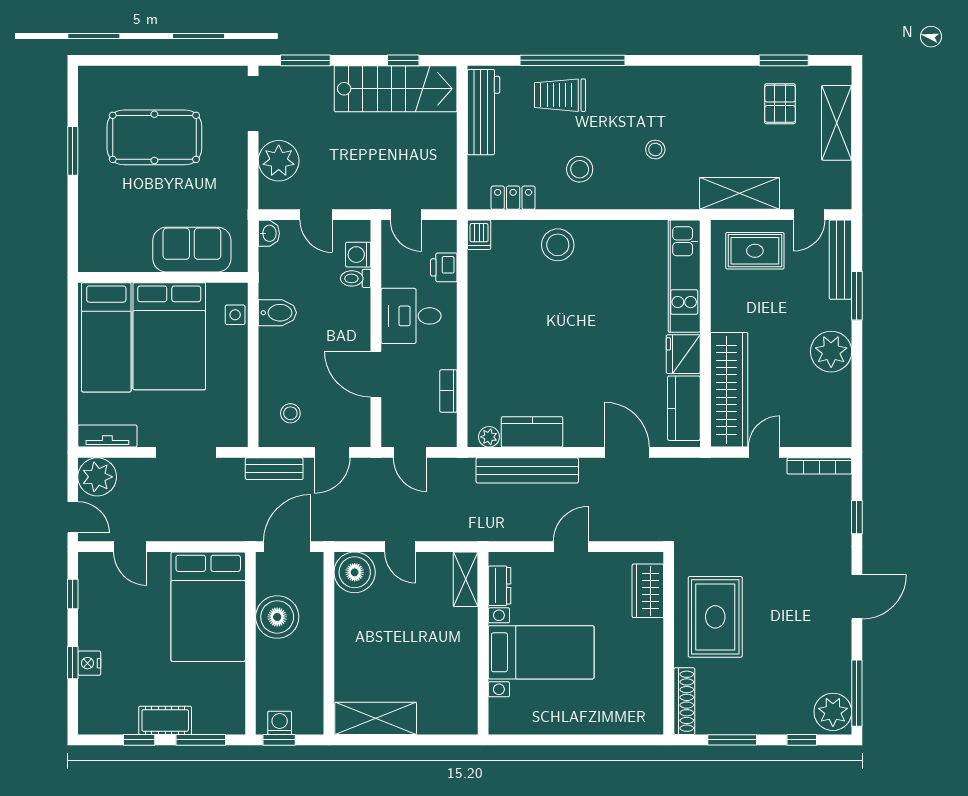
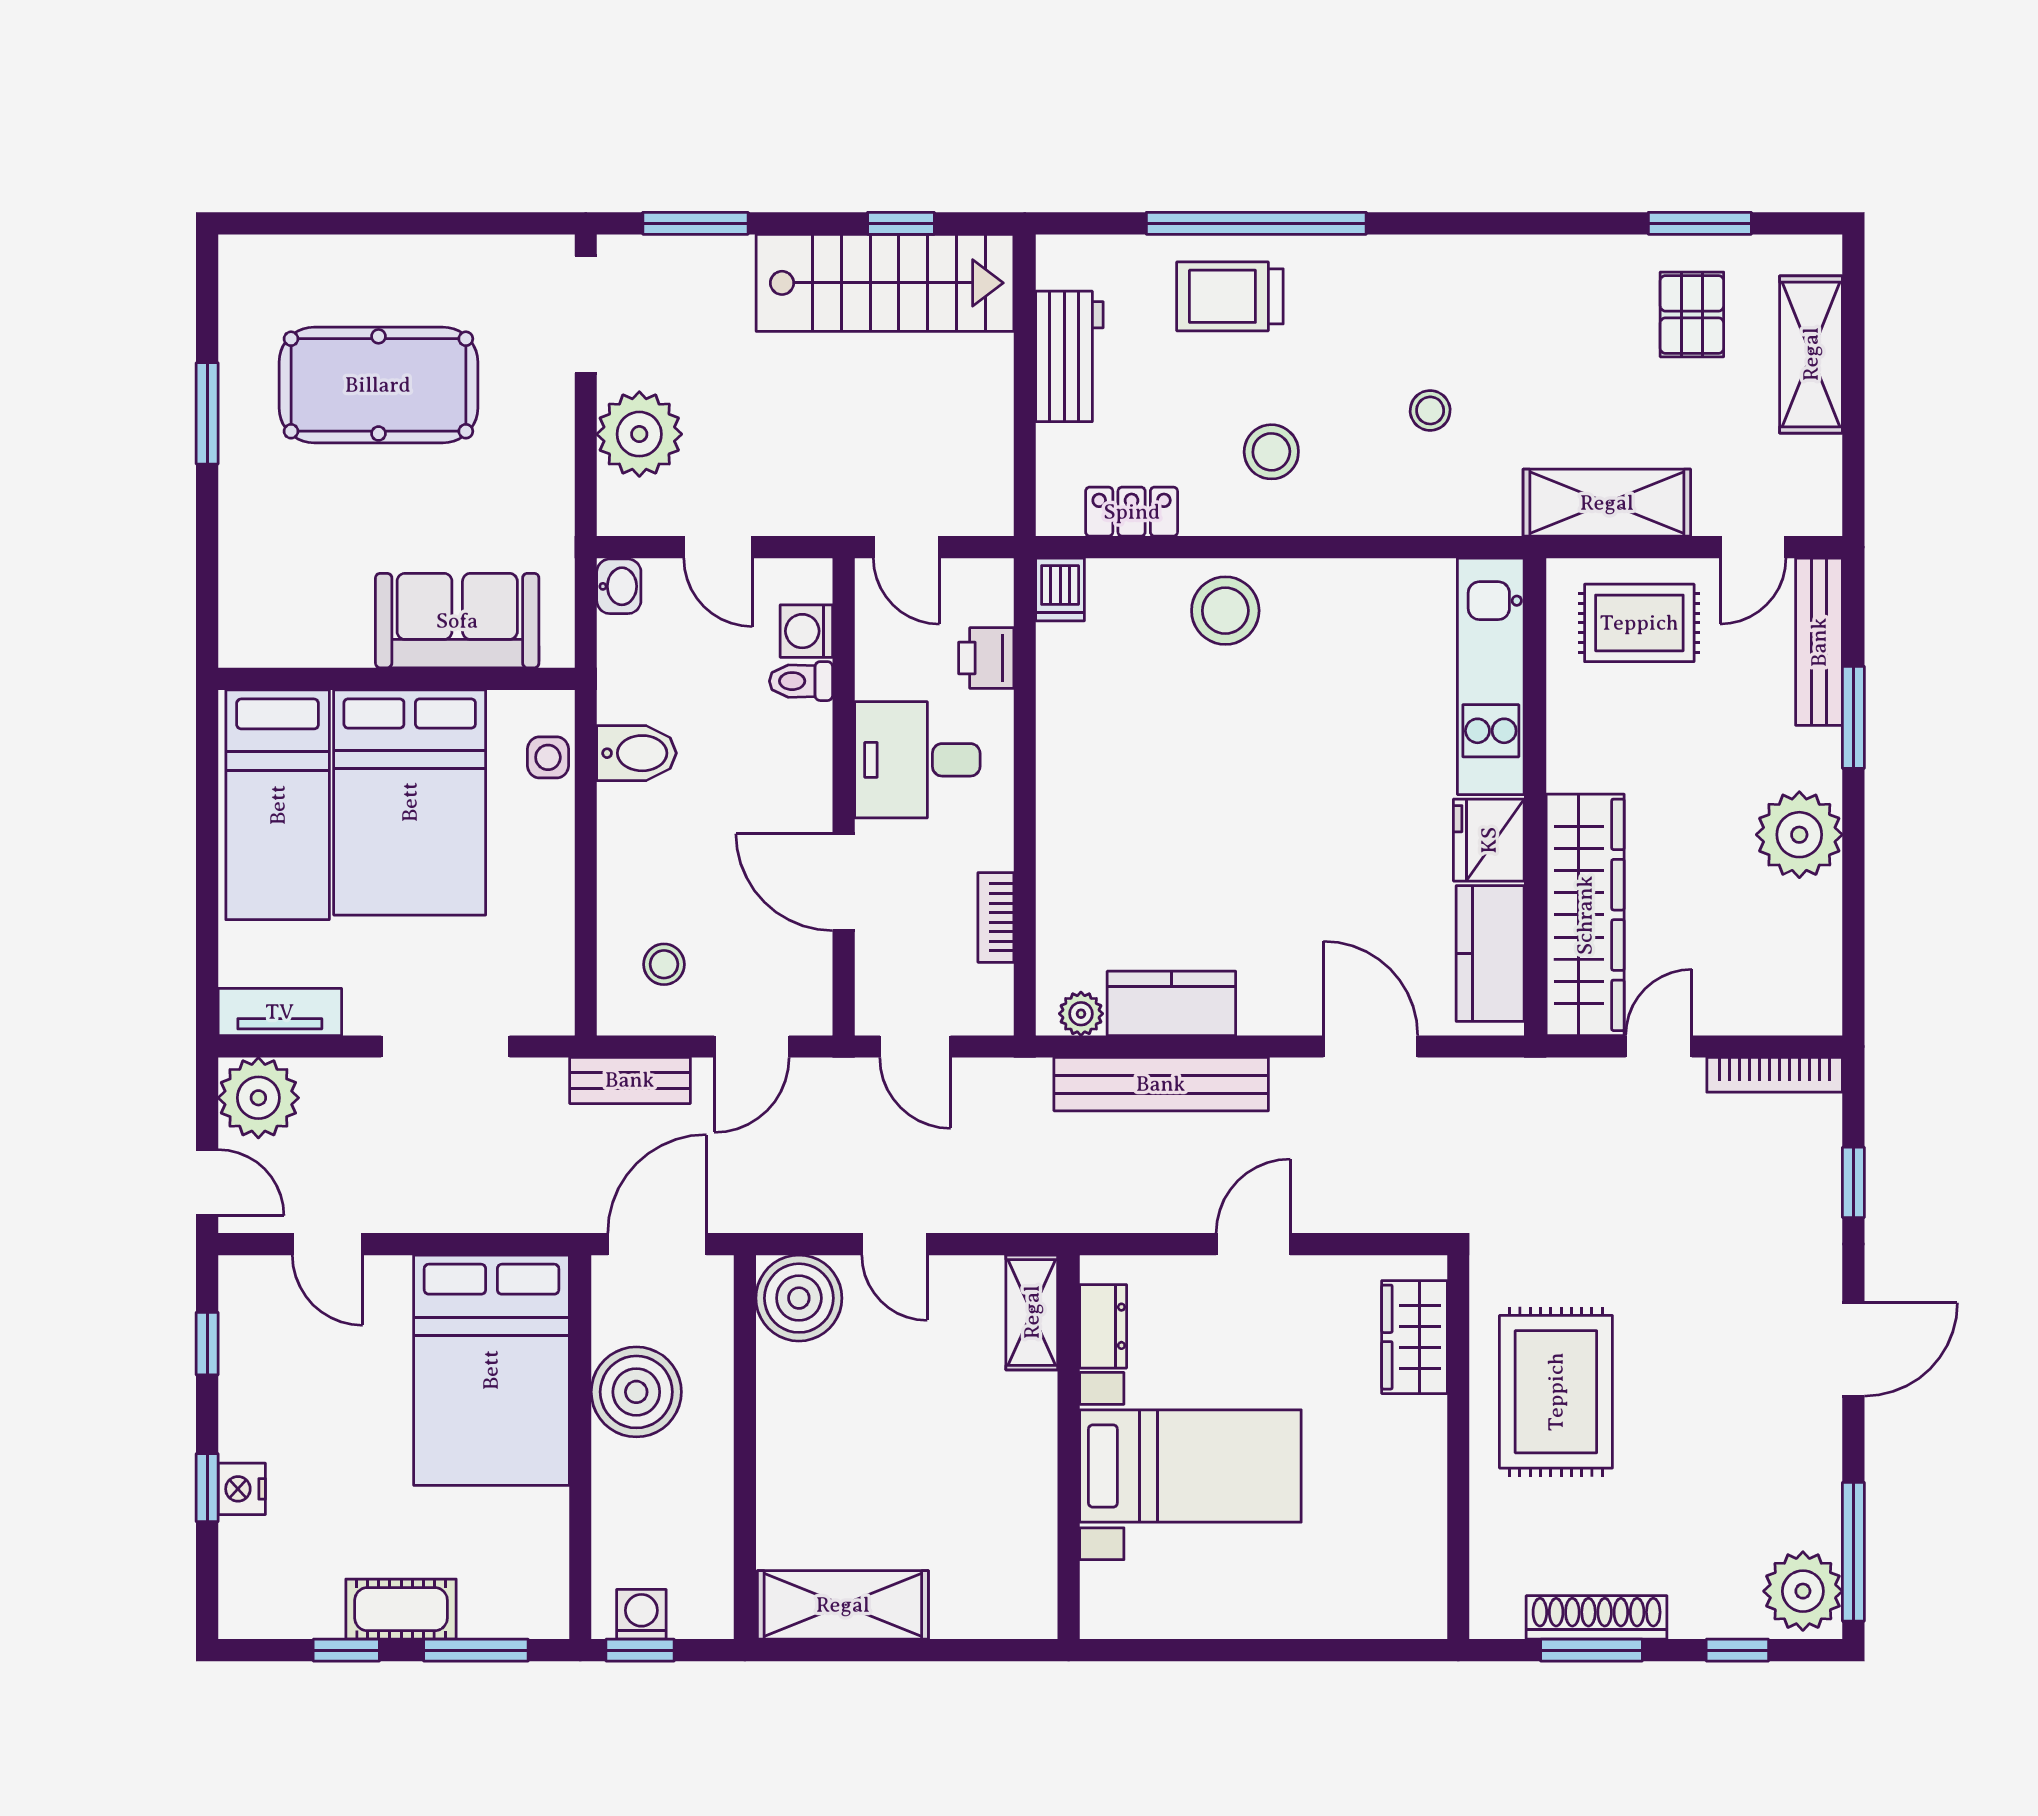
workbench: (484, 112) -> (1069, 356), width x0.73
shoe rack: (684, 701) -> (1597, 1617), moved, turned -90

